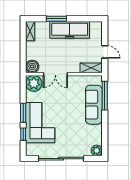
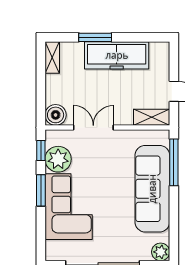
double door: (55, 74) -> (93, 128), swing flipped
plant: (34, 83) -> (58, 159), moved
sofa: (94, 105) -> (152, 189), width x1.36, depth x1.27
window: (23, 134) -> (41, 150), moved

